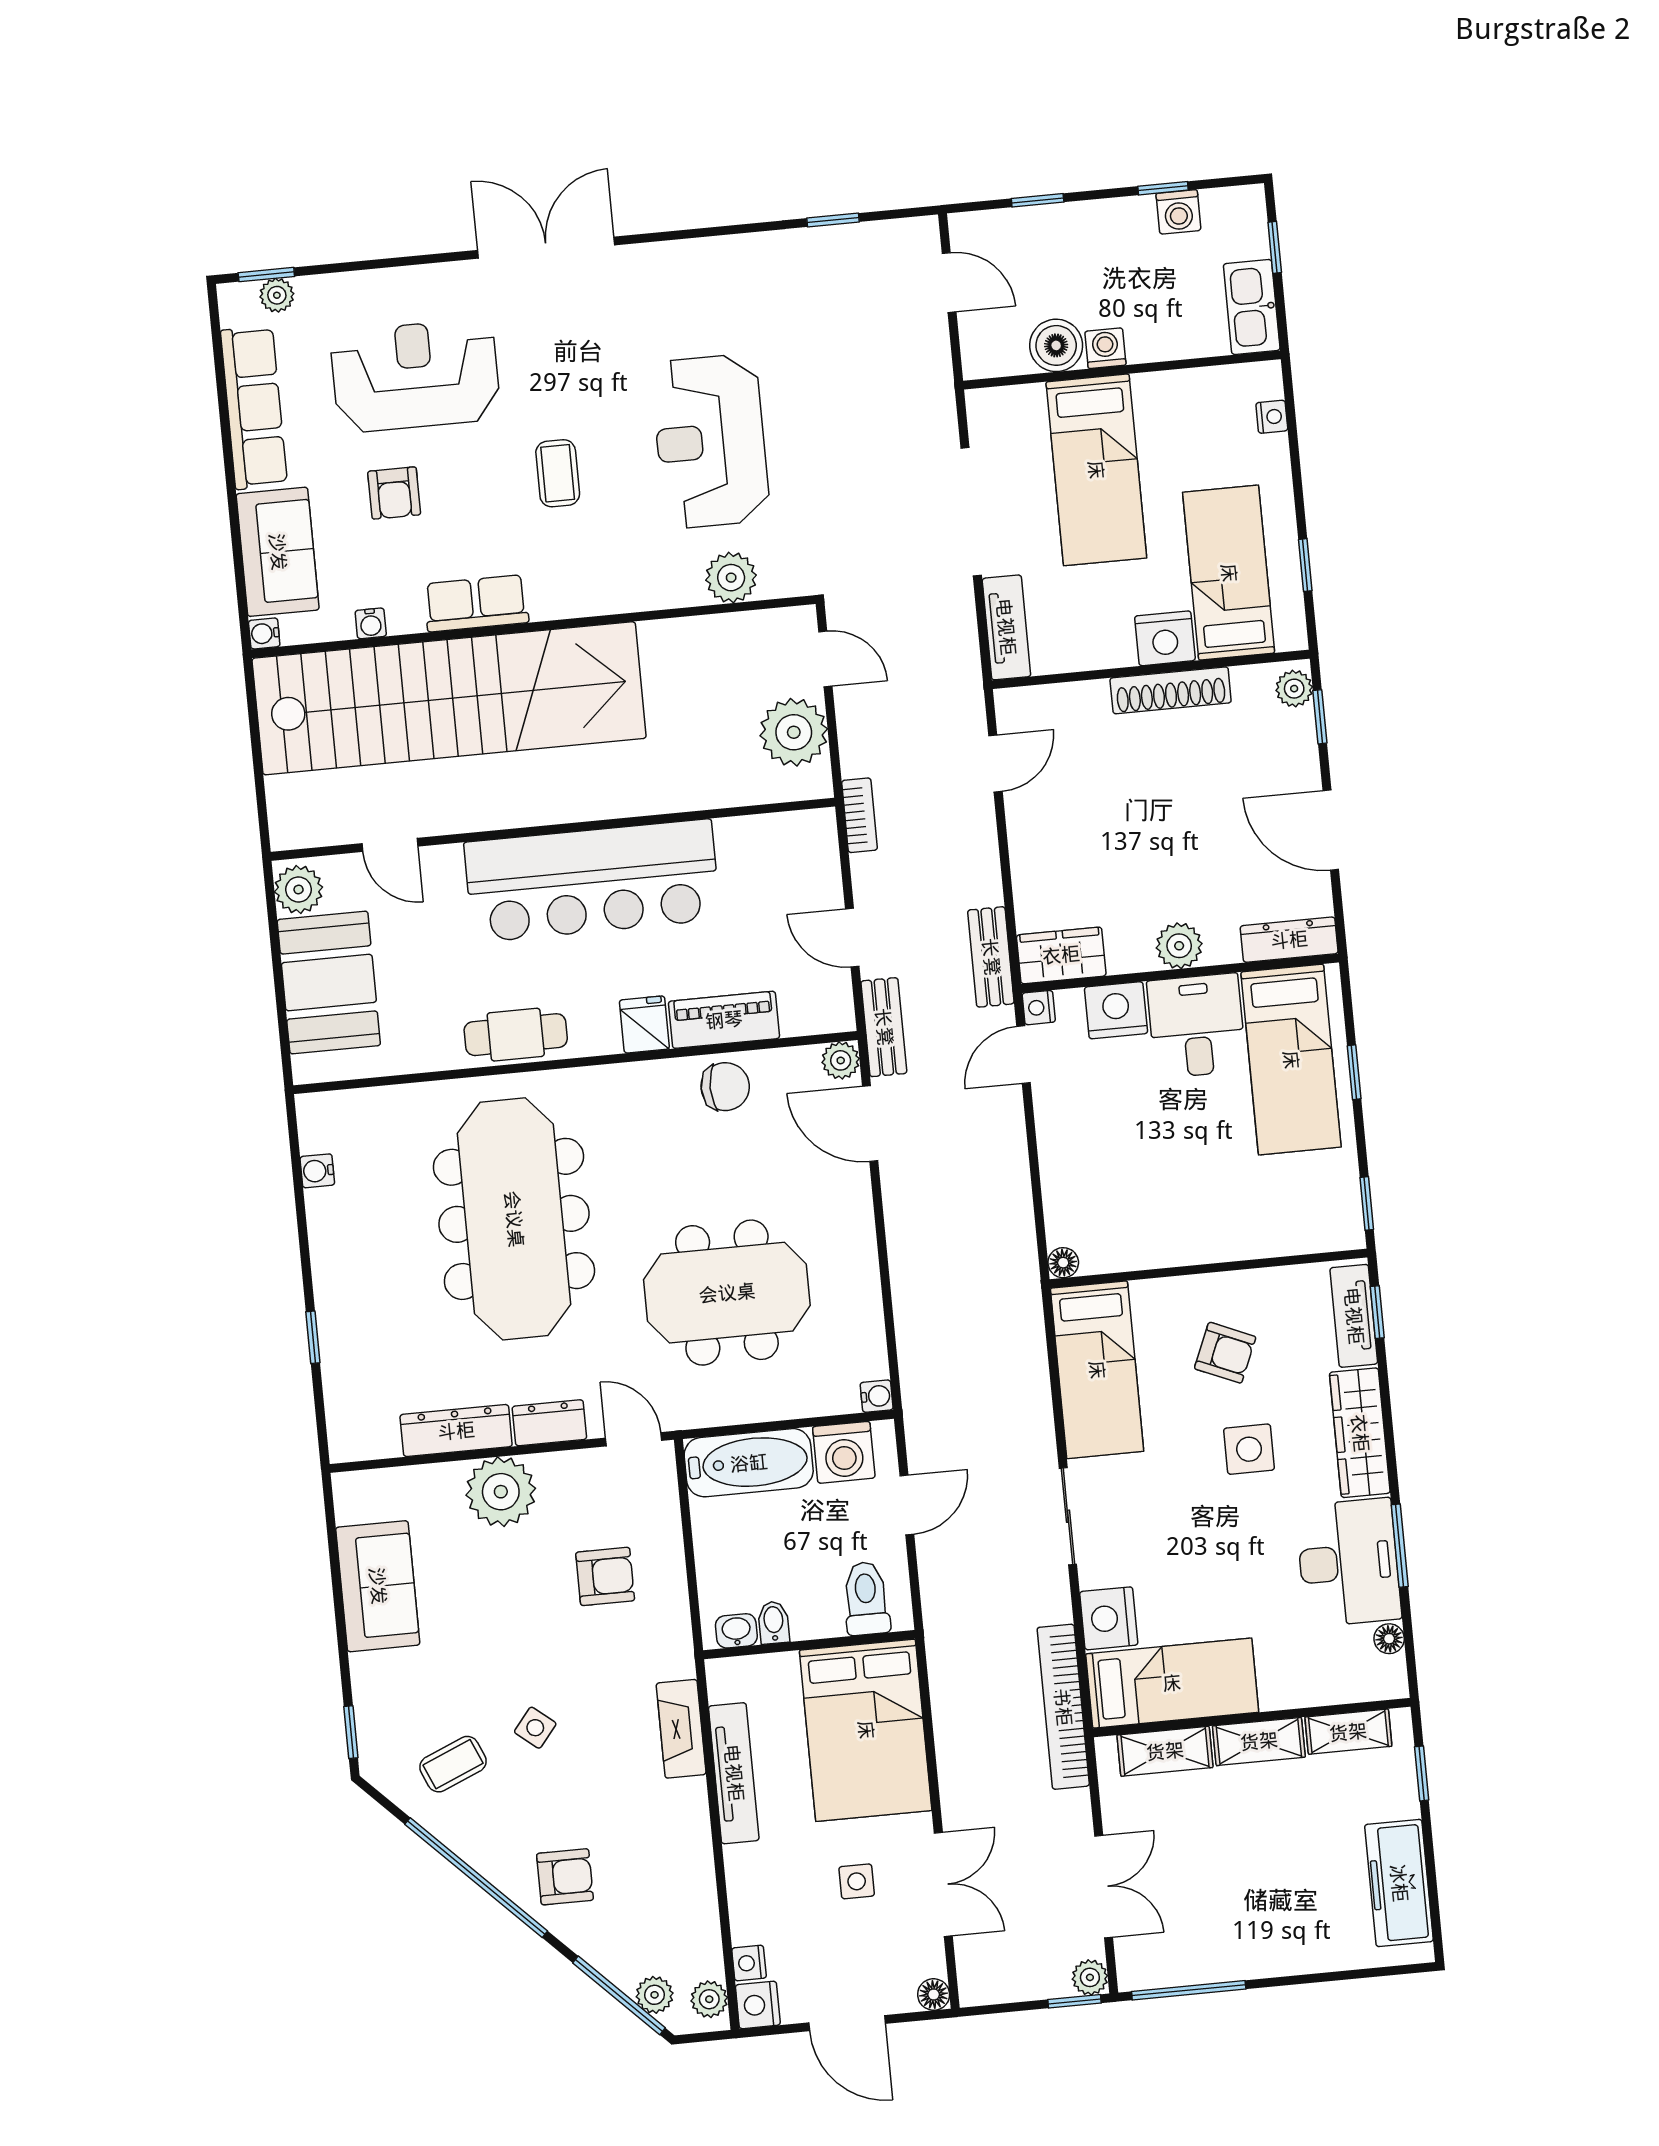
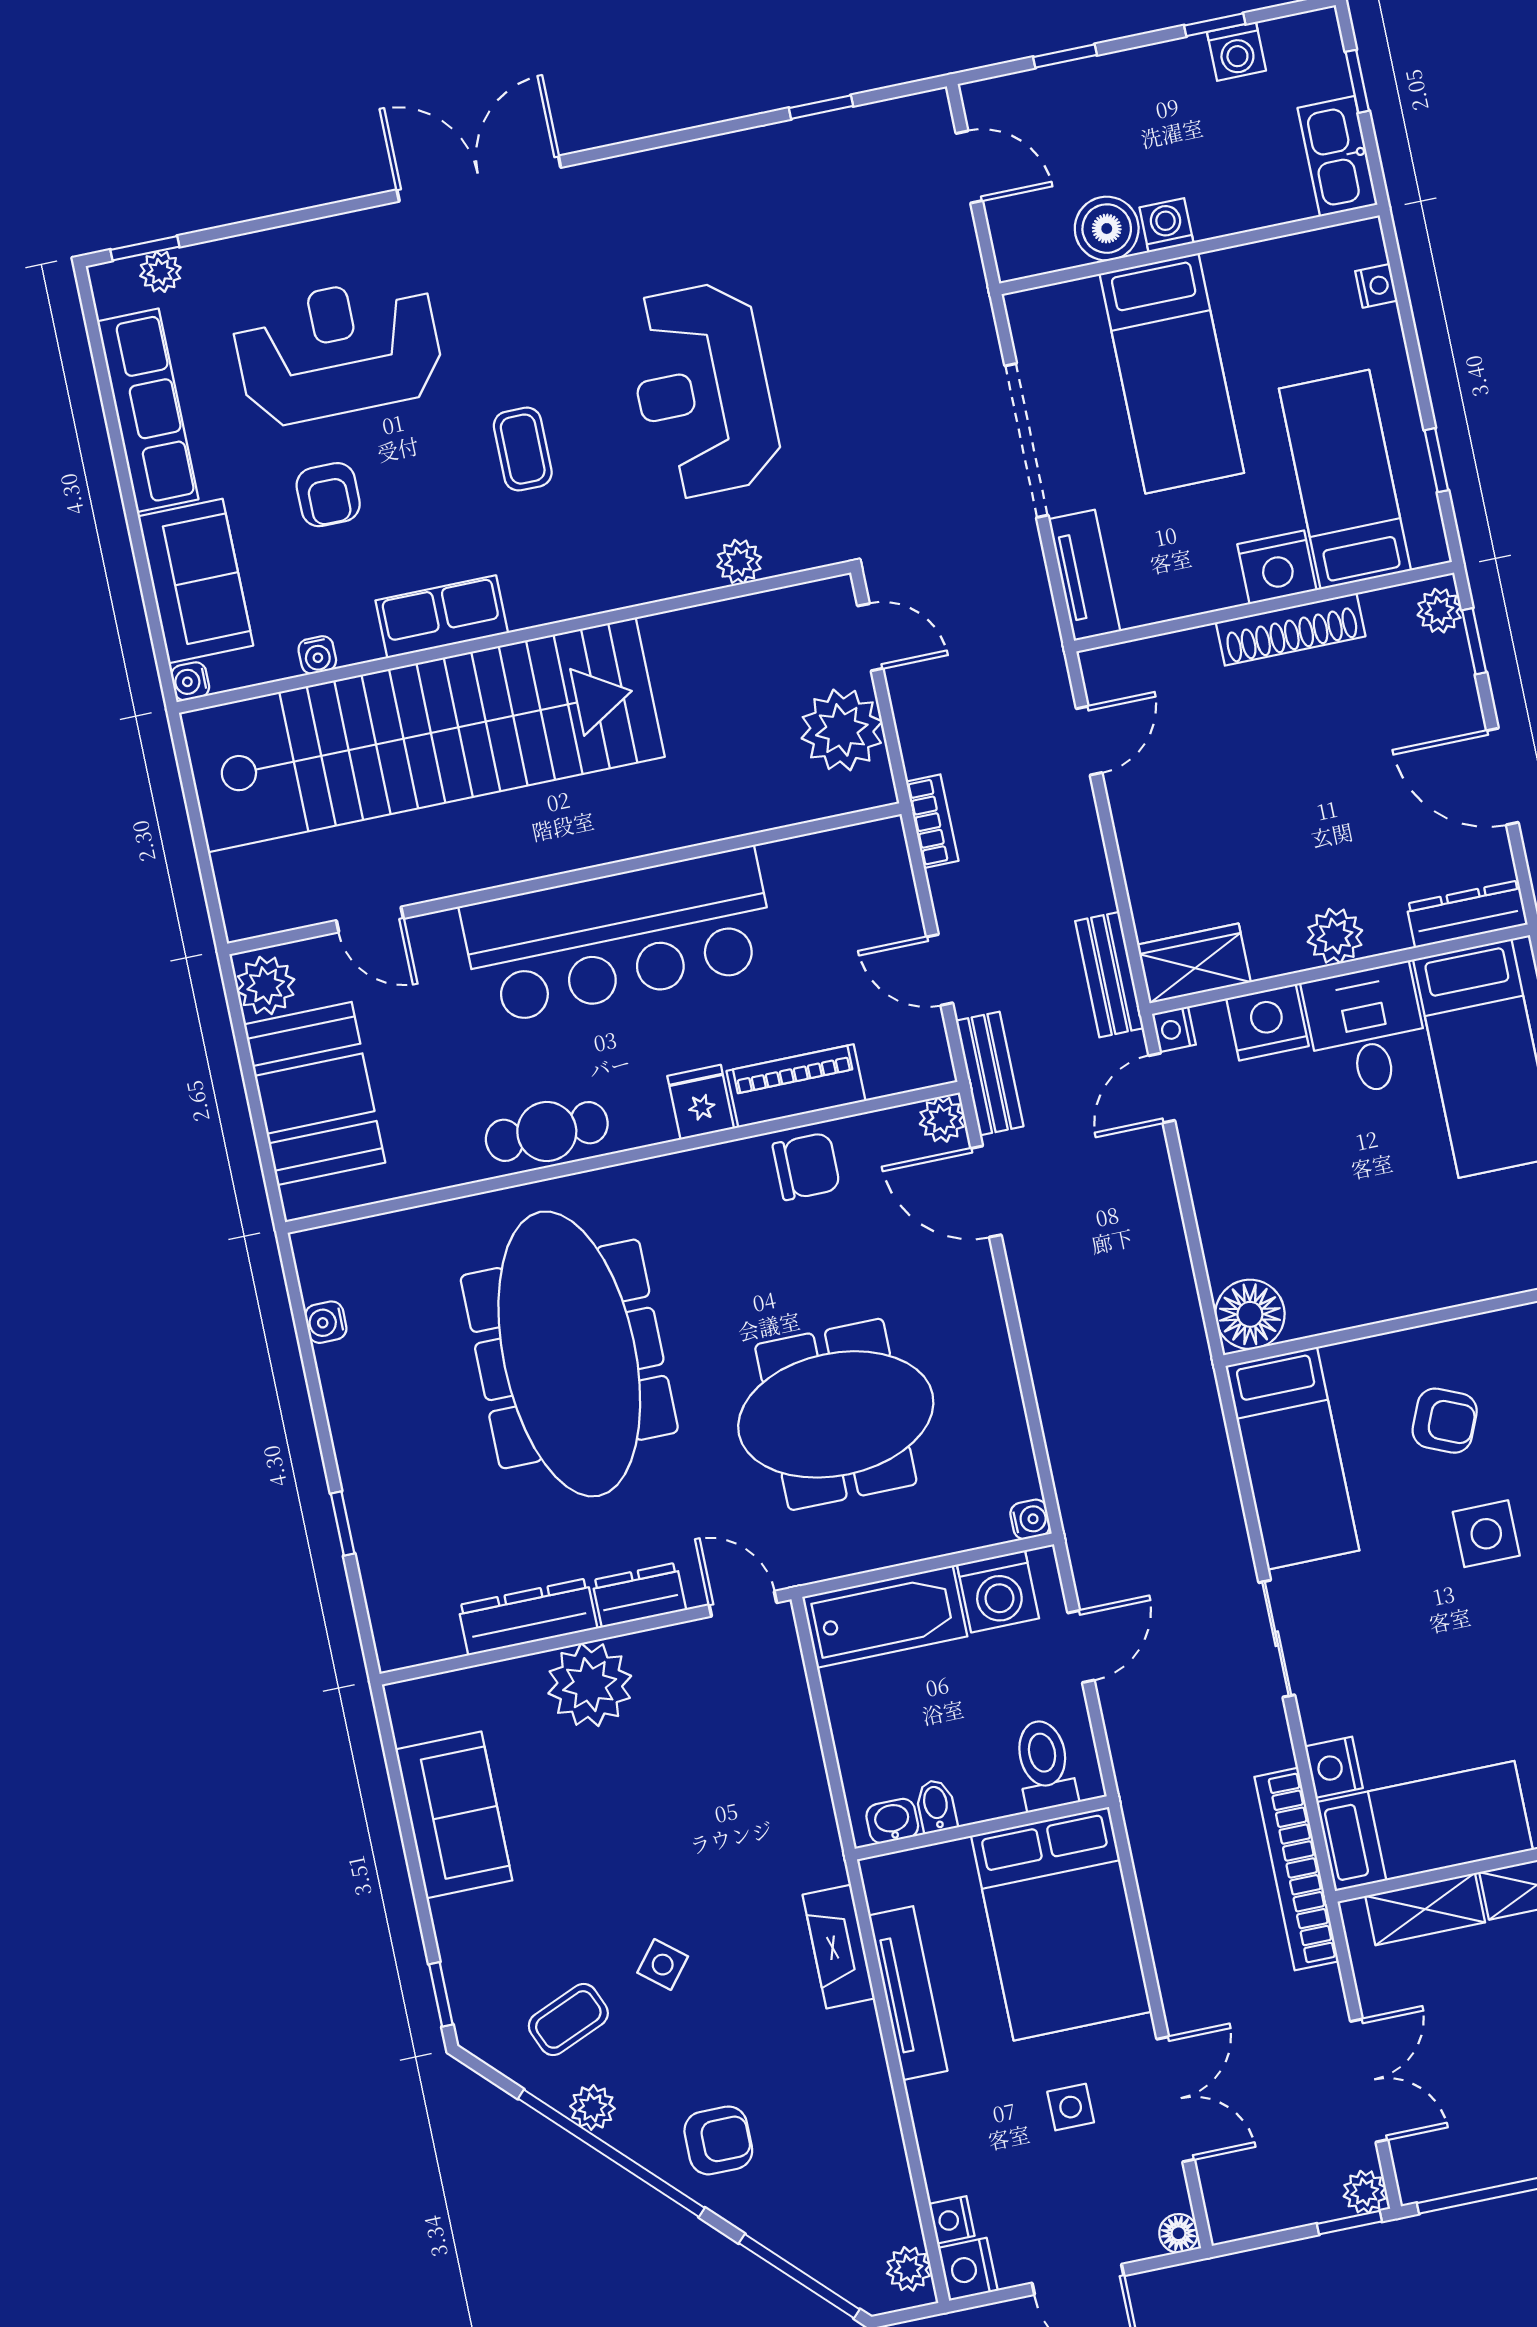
plant: (731, 578) -> (739, 562), width x0.73, depth x0.73
floor lamp: (1063, 1263) -> (1250, 1314), width x1.89, depth x1.89
armchair: (605, 1576) -> (727, 1773), removed
nightstand: (1109, 1618) -> (1334, 1767), width x0.74, depth x0.75
plant: (655, 1995) -> (592, 2107), moved

